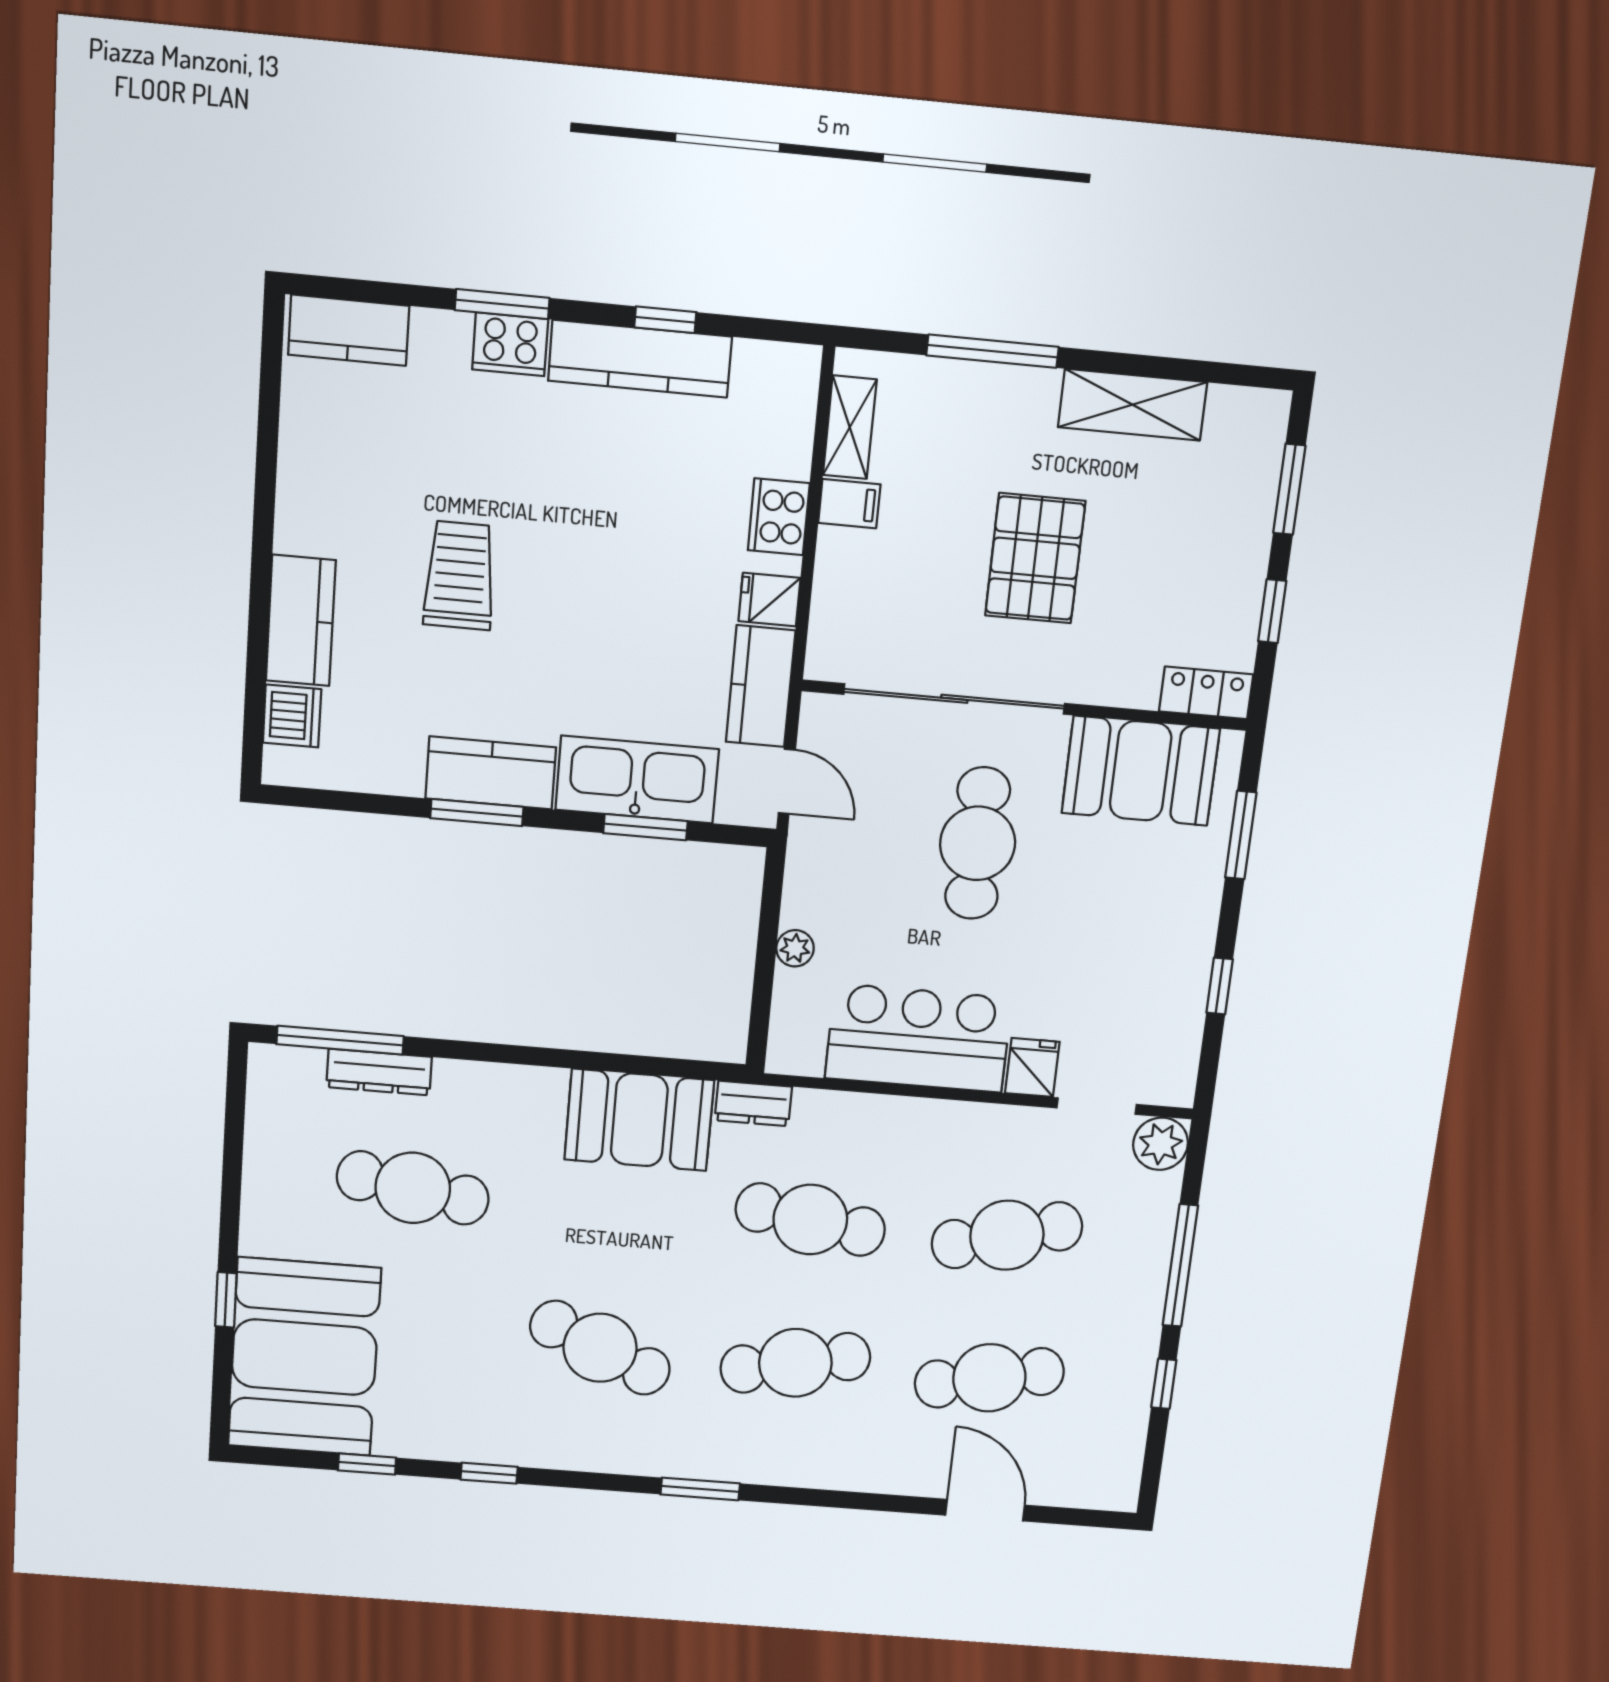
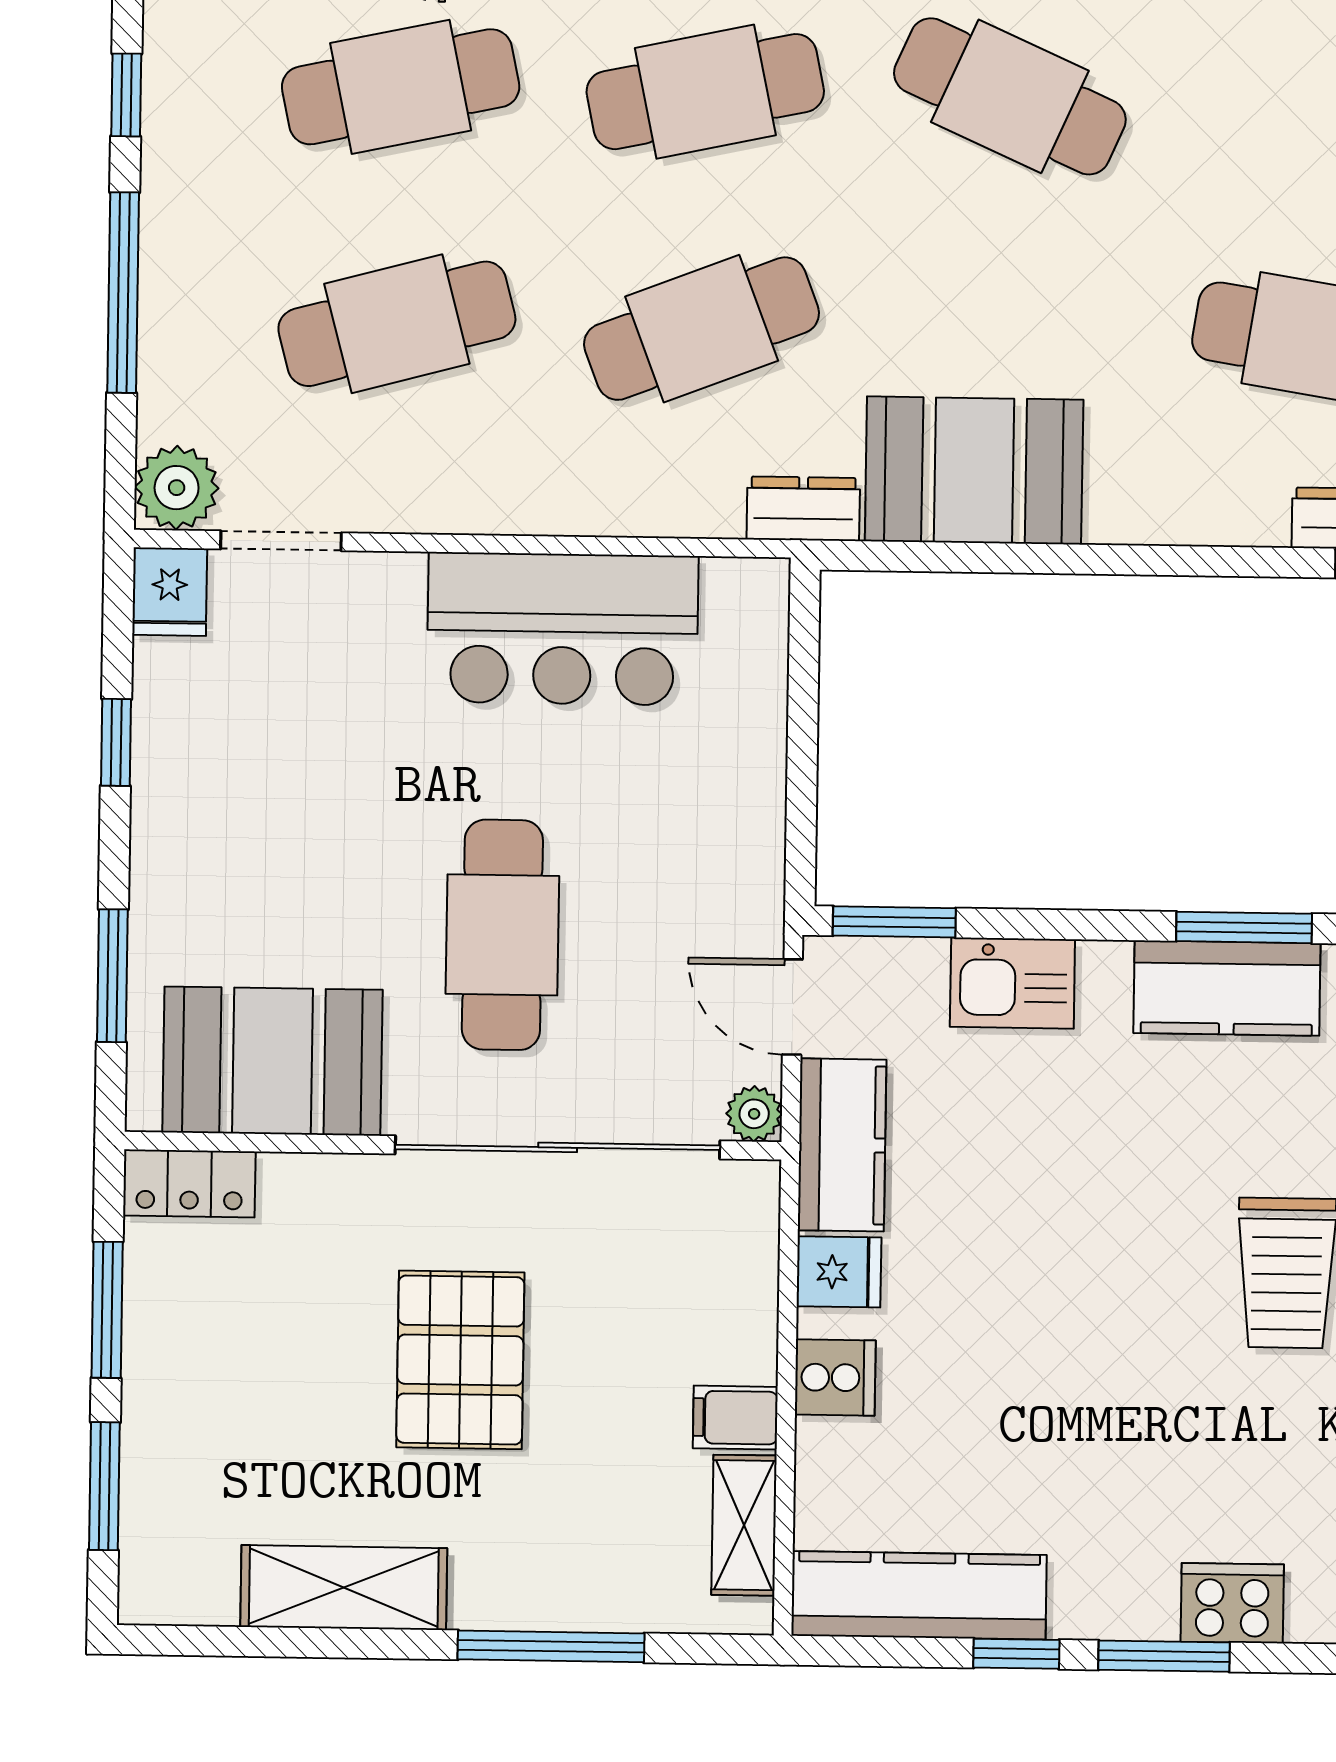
window: (502, 304) -> (1164, 1656), moved
kitchen counter: (640, 359) -> (919, 1595), moved
cooker: (779, 517) -> (835, 1378), width x0.73
window: (1272, 611) -> (107, 1310), width x1.50
kitchen sink: (637, 779) -> (1012, 983), width x0.53, depth x0.81
window: (645, 827) -> (894, 922), moved
plant: (795, 948) -> (754, 1114), moved
fridge: (1032, 1067) -> (170, 592), moved
cafe table: (810, 1220) -> (702, 329), turned -30

